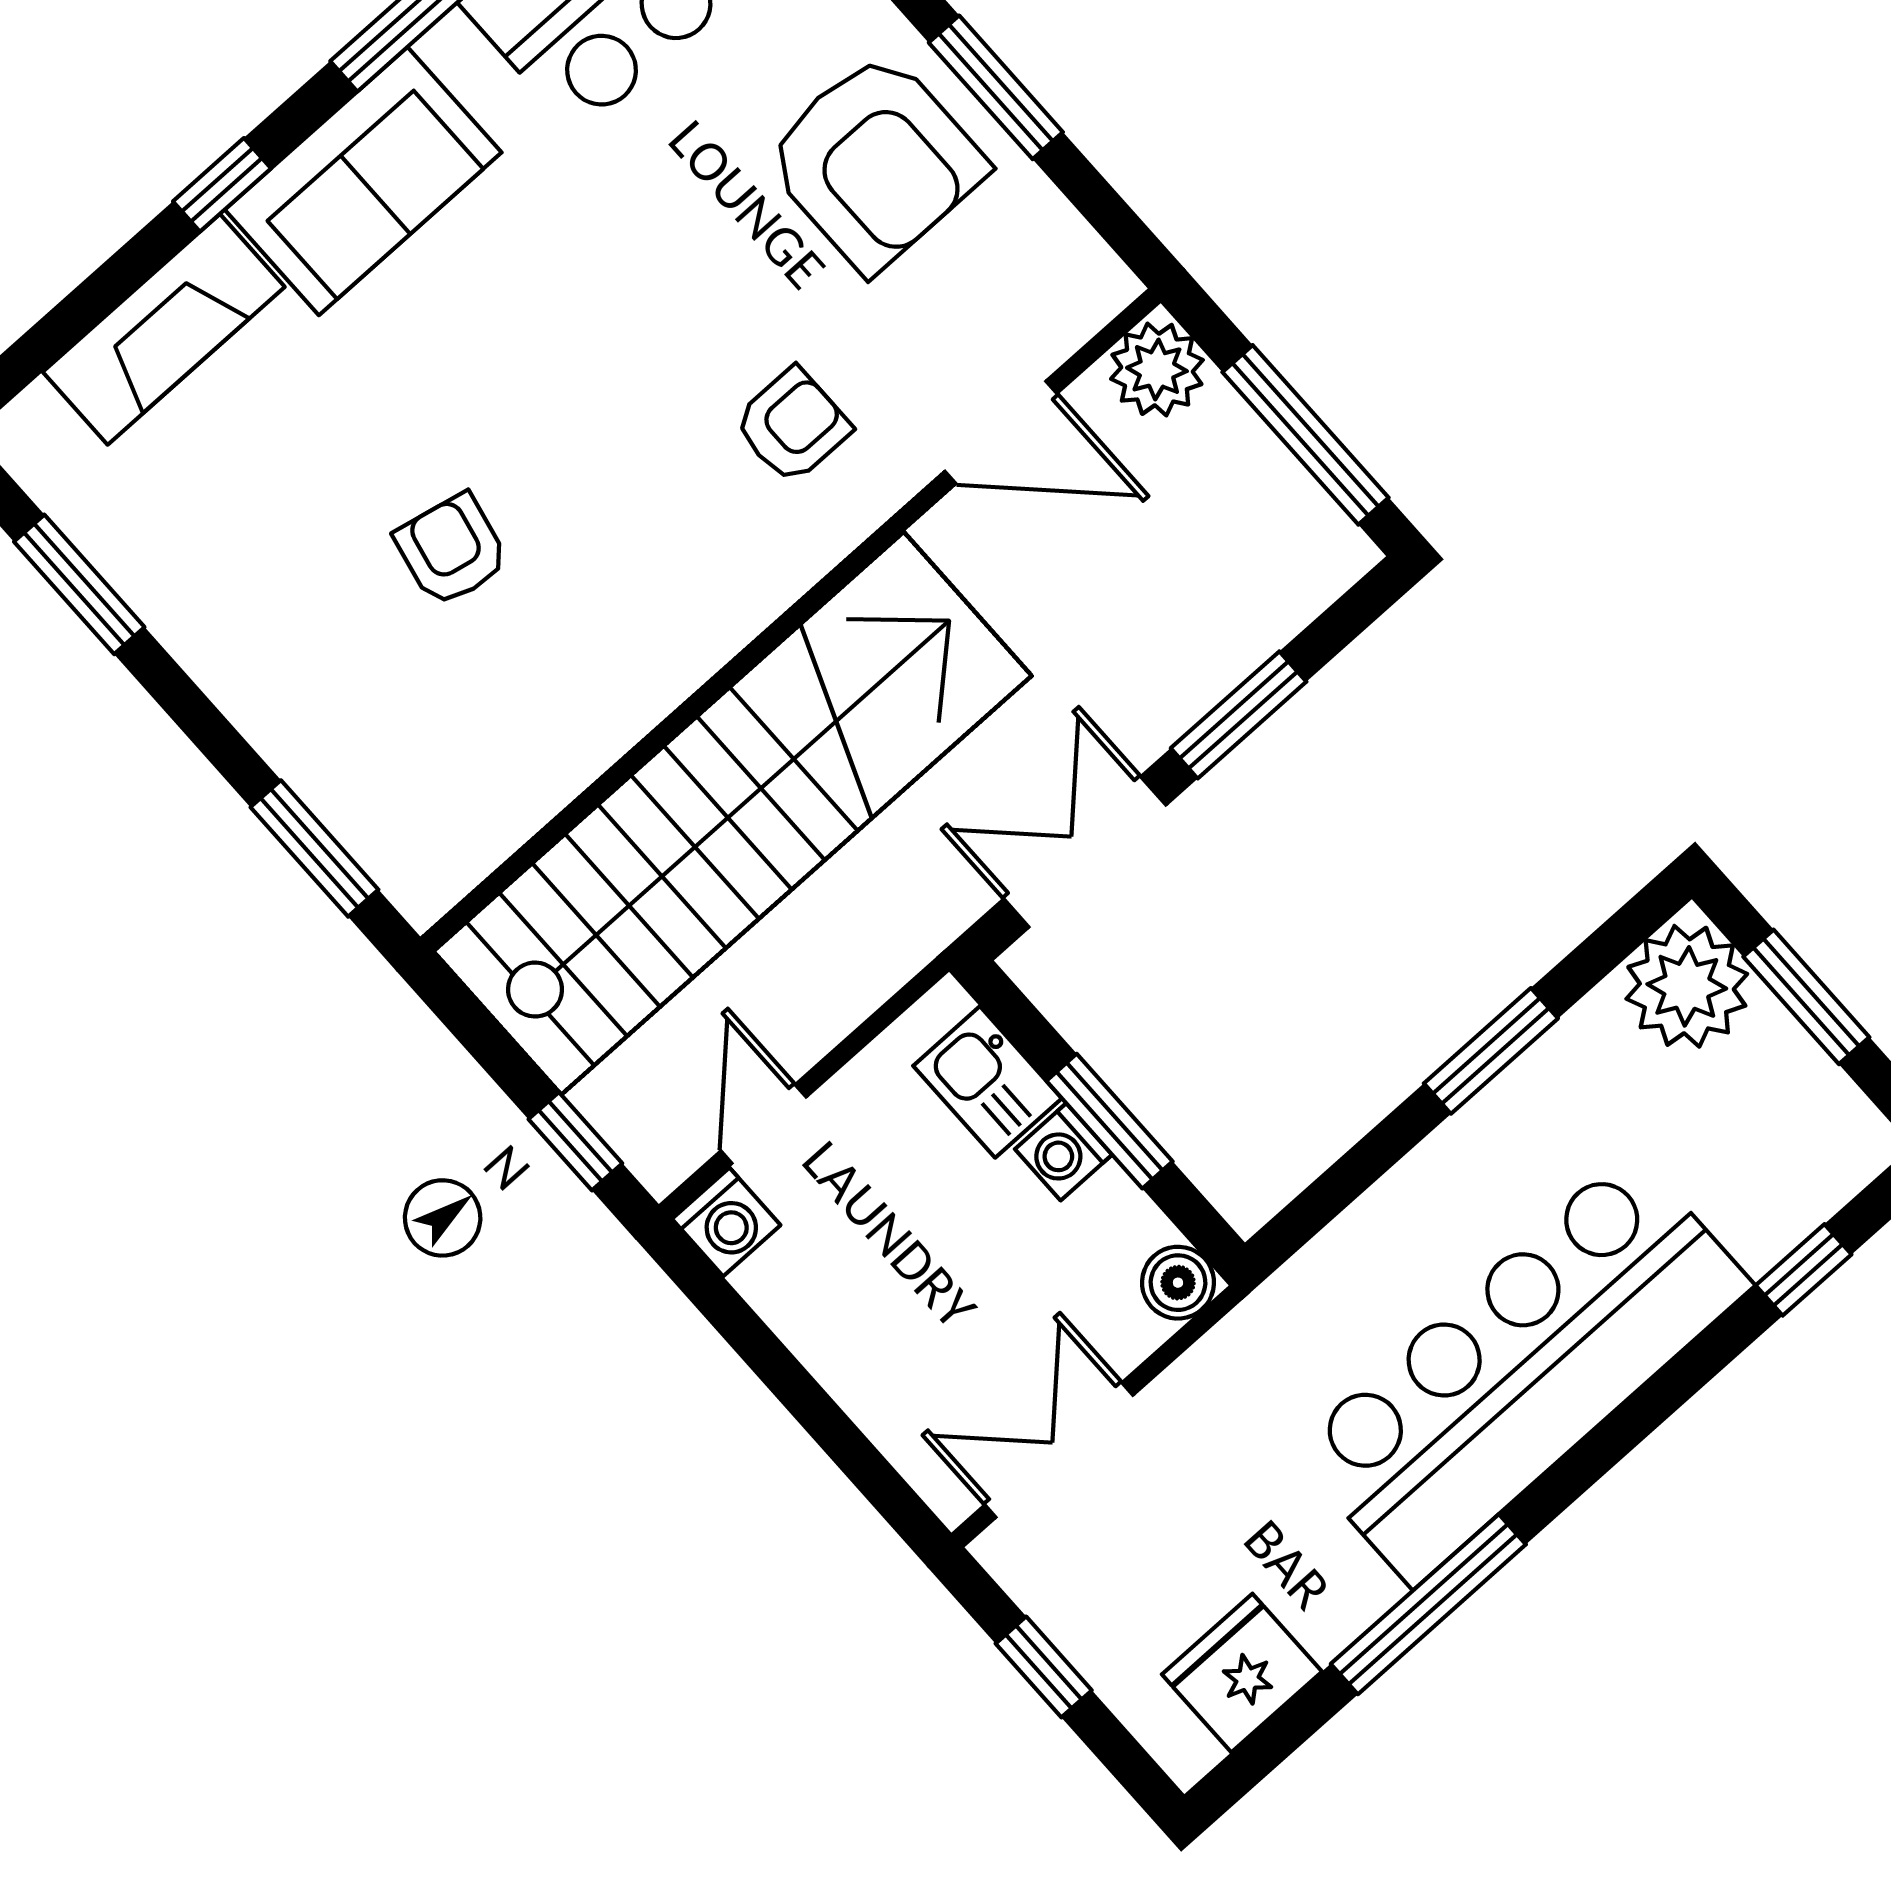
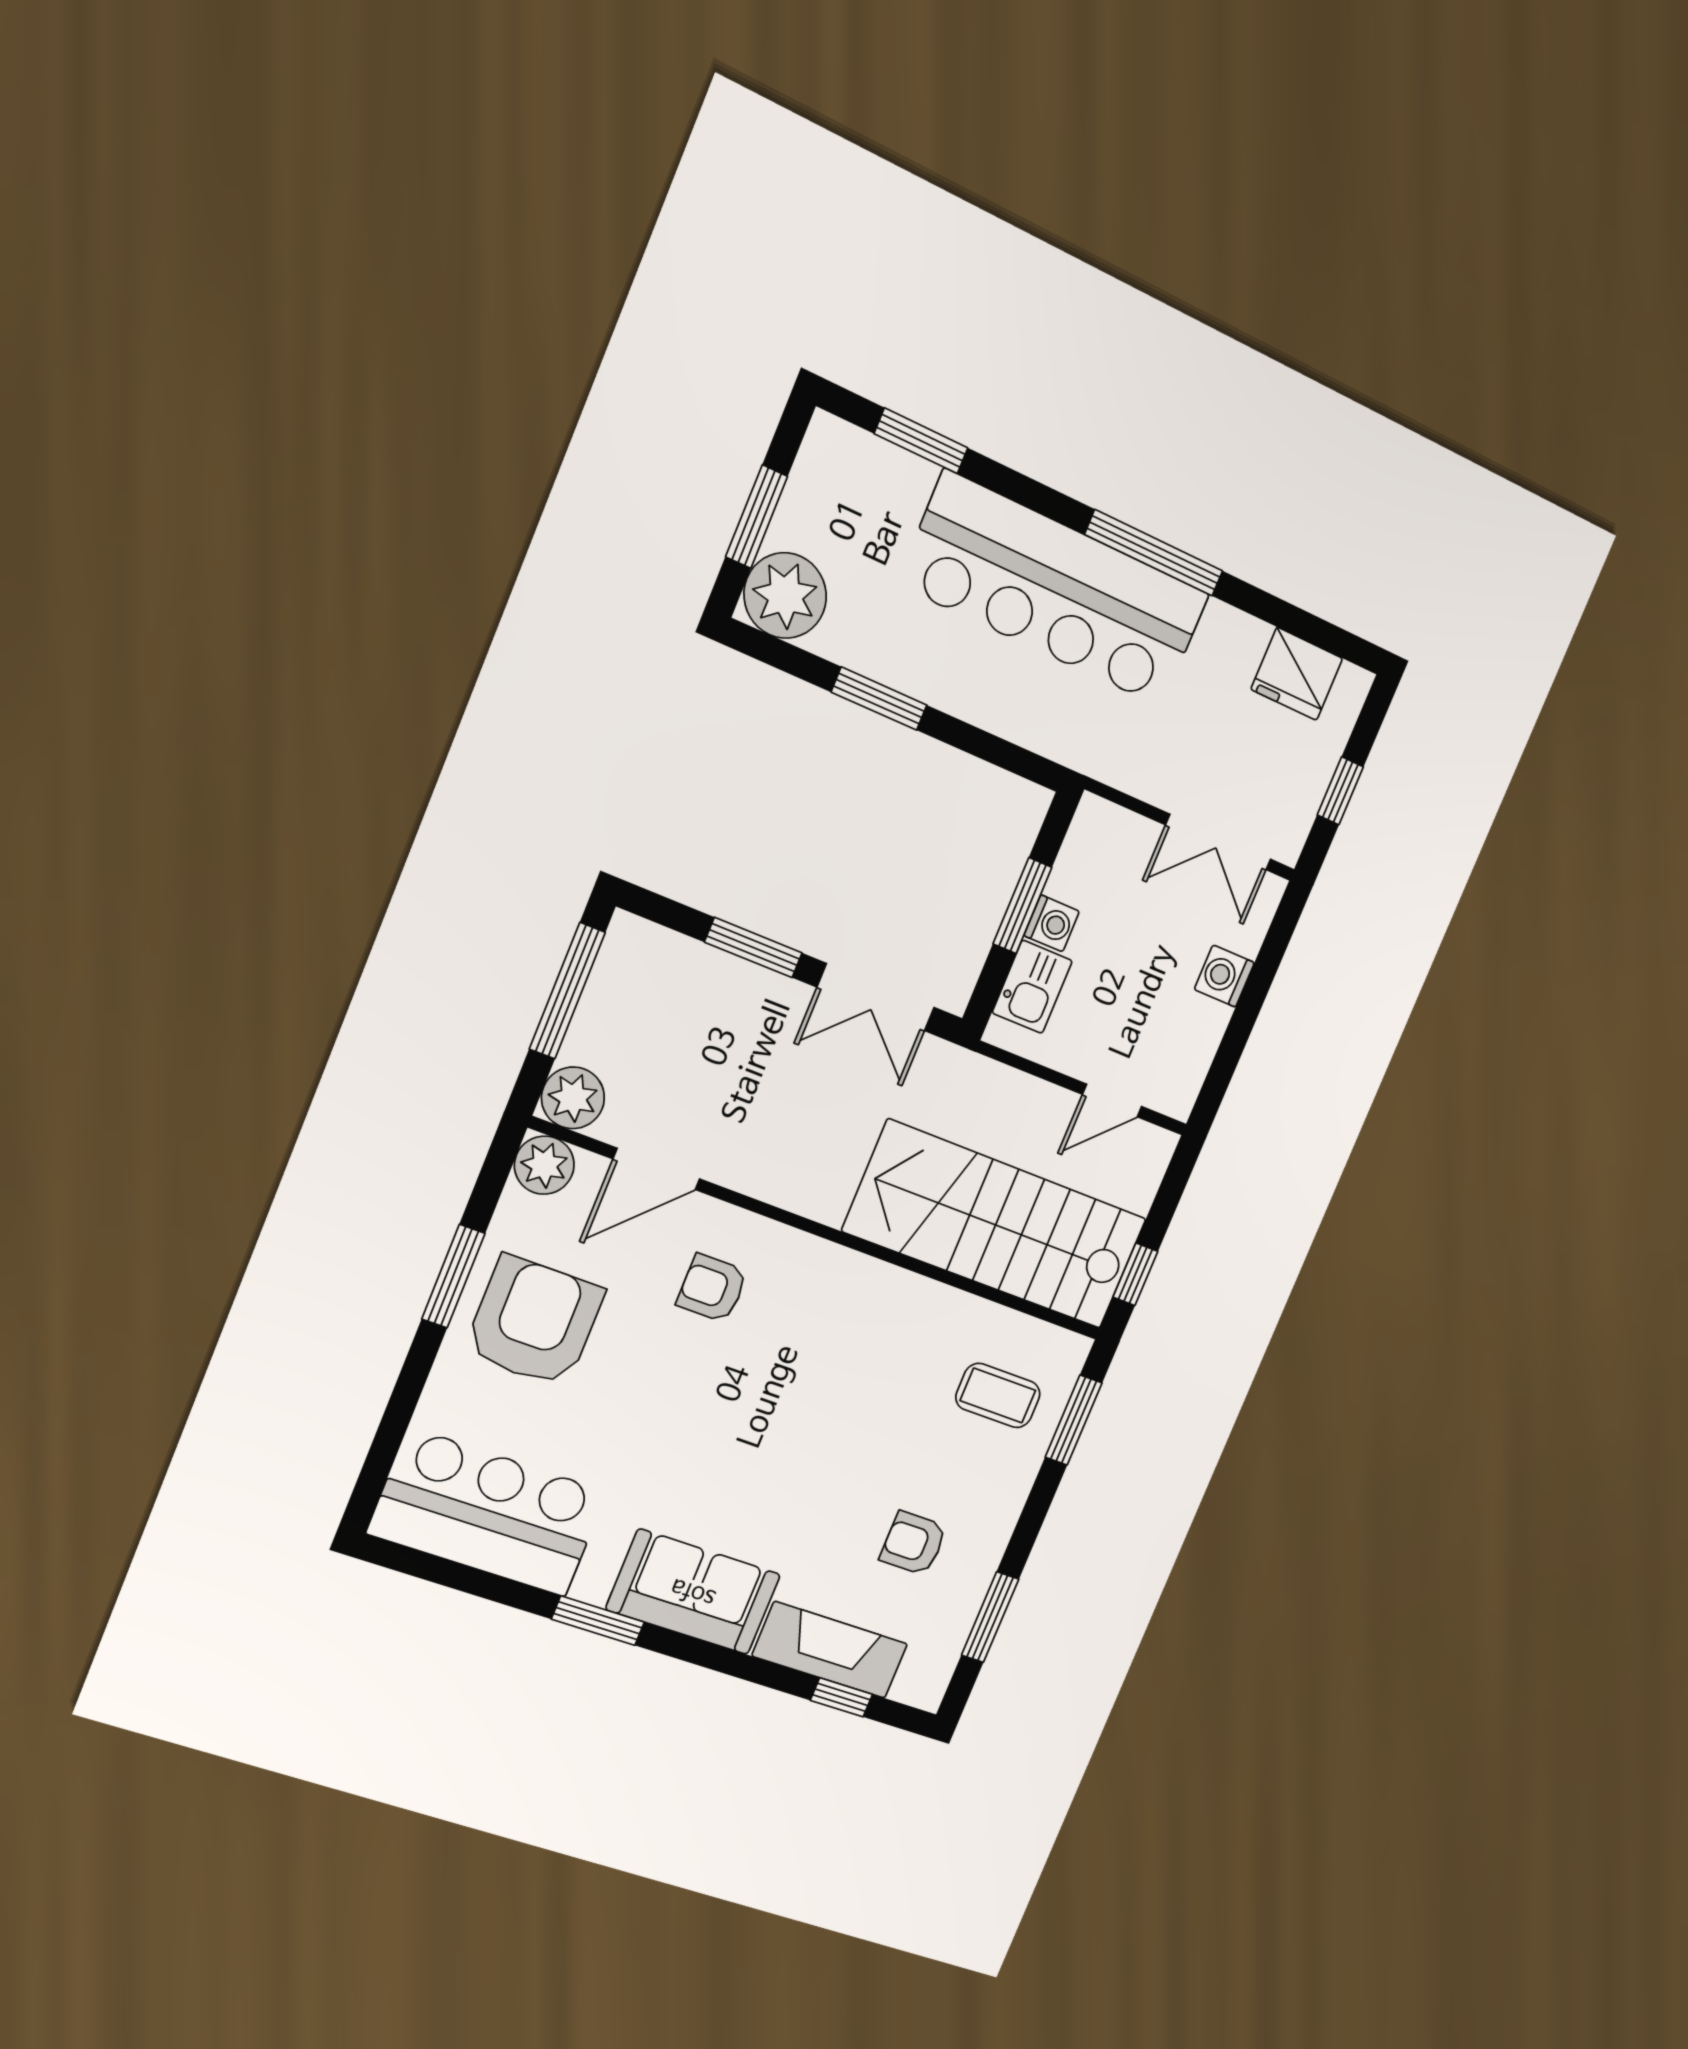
window: (222, 185) -> (841, 1697), moved
plant: (1085, 285) -> (544, 1165), added
door: (1001, 432) -> (656, 1169), swing flipped
armchair: (452, 550) -> (914, 1543), moved, turned 78
coffee table: (414, 754) -> (998, 1396), added
stairs: (733, 813) -> (996, 1225), width x0.73
window: (575, 1141) -> (1135, 1274), moved
washing machine: (726, 1222) -> (1224, 976), moved, turned -90
window: (1804, 1270) -> (921, 441), width x1.50
boiler: (1178, 1283) -> (1096, 820), removed
window: (1428, 1604) -> (1154, 553), moved

